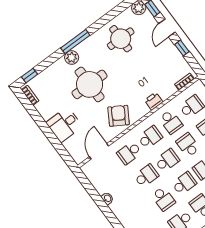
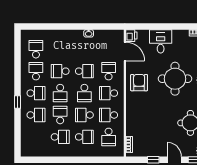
printer: (154, 101) -> (131, 36), moved
armchair: (119, 116) -> (139, 83), turned -121
school desk: (150, 137) -> (109, 93), turned 90
school desk: (188, 145) -> (84, 115), turned 180
school desk: (146, 176) -> (84, 71), turned -90

